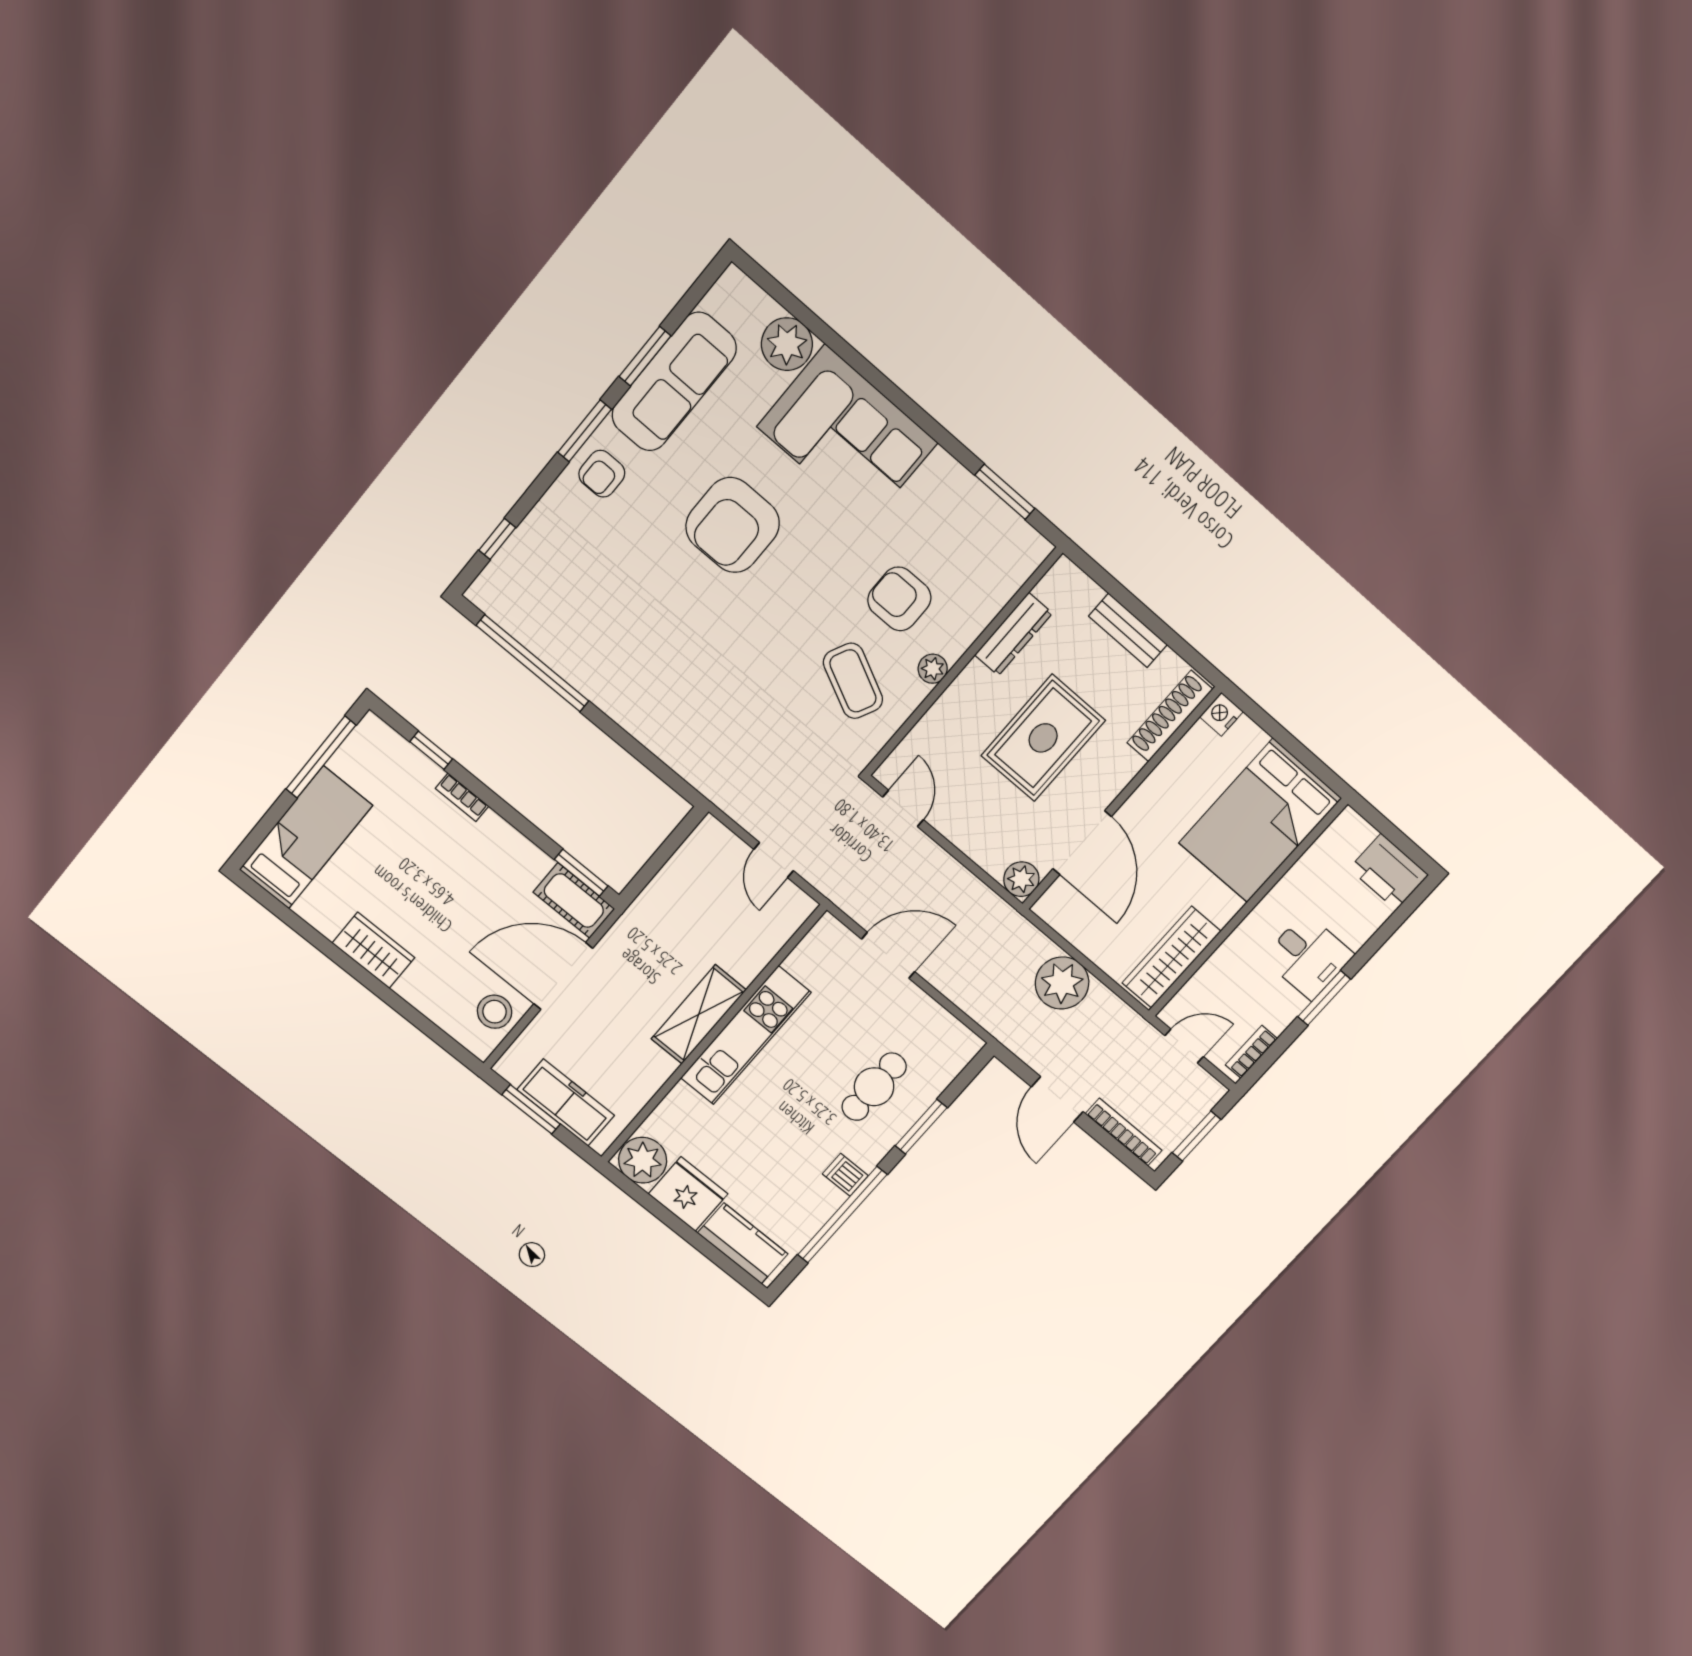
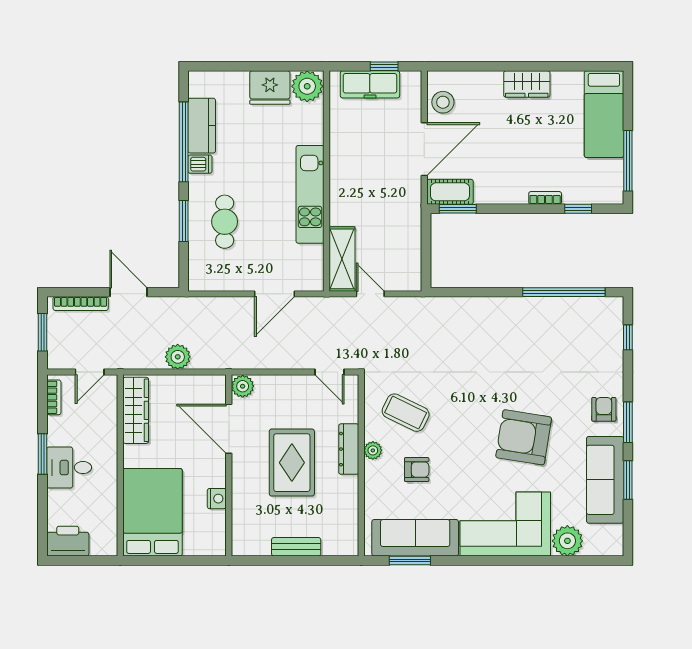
sofa: (974, 515) -> (415, 538), added
armchair: (733, 525) -> (524, 437), turned -81
armchair: (899, 599) -> (417, 470), width x0.72, depth x0.72
dresser: (1014, 634) -> (349, 449), moved
nightstand: (1221, 714) -> (217, 499), moved
shoe rack: (1170, 716) -> (241, 524), removed
plant: (1062, 983) -> (178, 357), width x0.73, depth x0.73
shelving: (699, 1014) -> (342, 259), moved
window: (531, 1109) -> (384, 66), width x0.67
kitchen counter: (743, 1243) -> (202, 126), moved, turned -90

